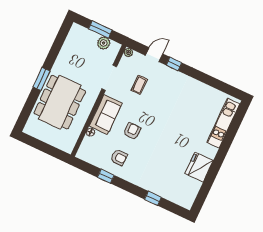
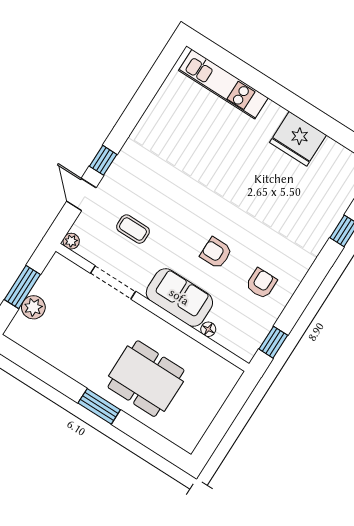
plant: (104, 43) -> (33, 307), moved
dining table: (60, 102) -> (146, 379), width x0.73, depth x0.80
window: (106, 176) -> (273, 342), moved

